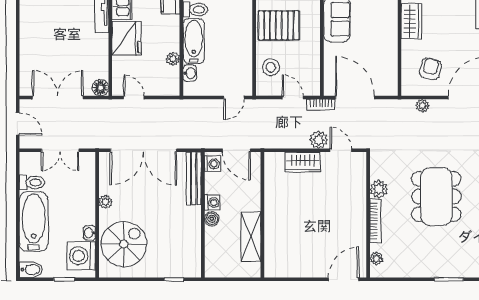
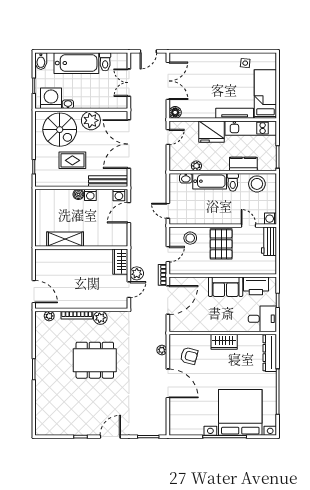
plant: (106, 202) -> (91, 120), width x1.87, depth x1.87
wall: (262, 215) -> (81, 248), moved
rug: (165, 227) -> (72, 160), added
shelving: (251, 237) -> (65, 239), moved

